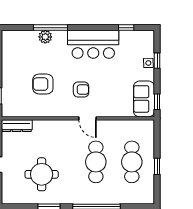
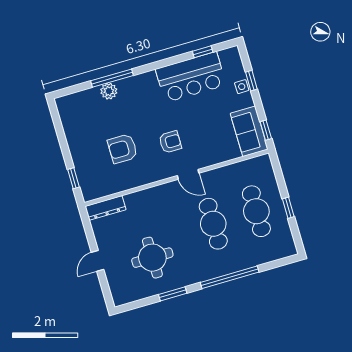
bar counter: (93, 44) -> (191, 77), moved

